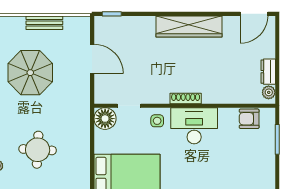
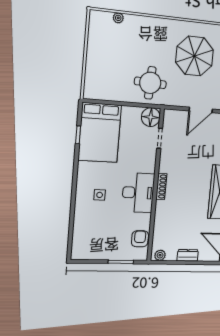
dresser: (268, 72) -> (188, 255), moved
side table: (157, 121) -> (100, 195), moved
round table: (38, 150) -> (150, 83), moved

